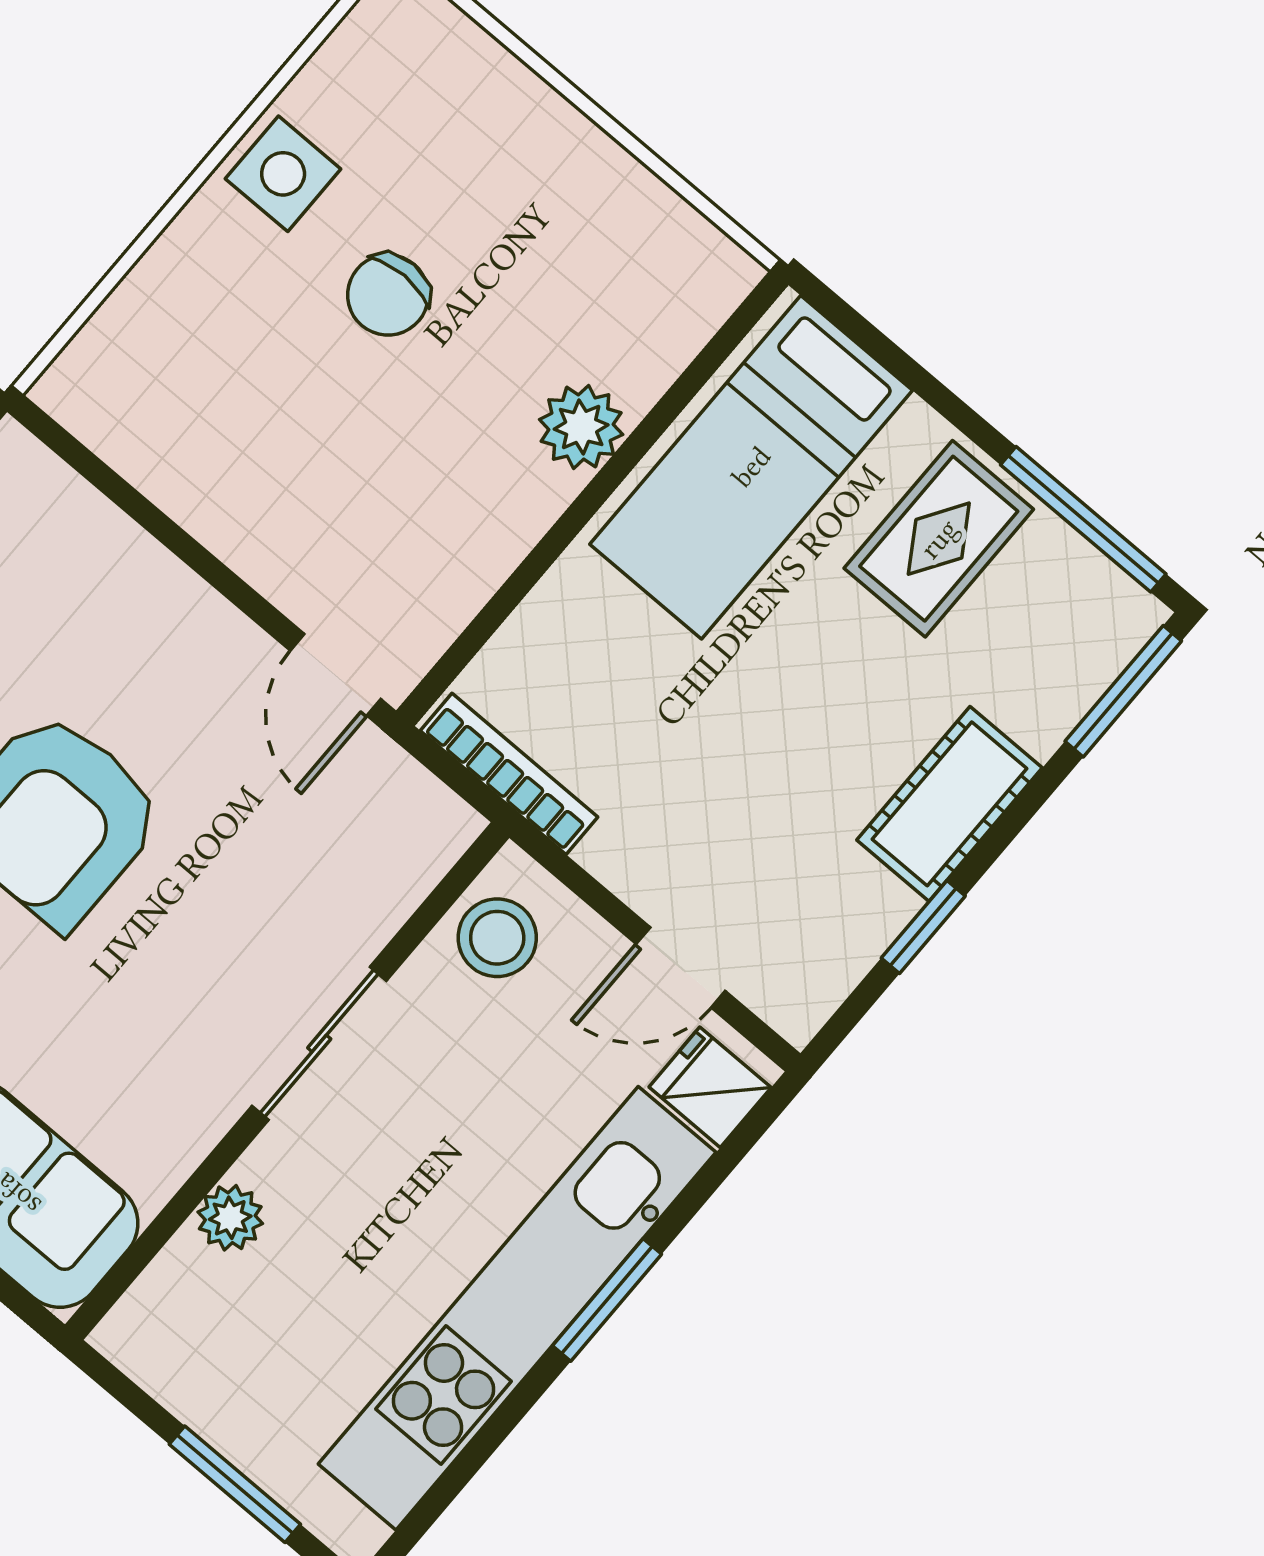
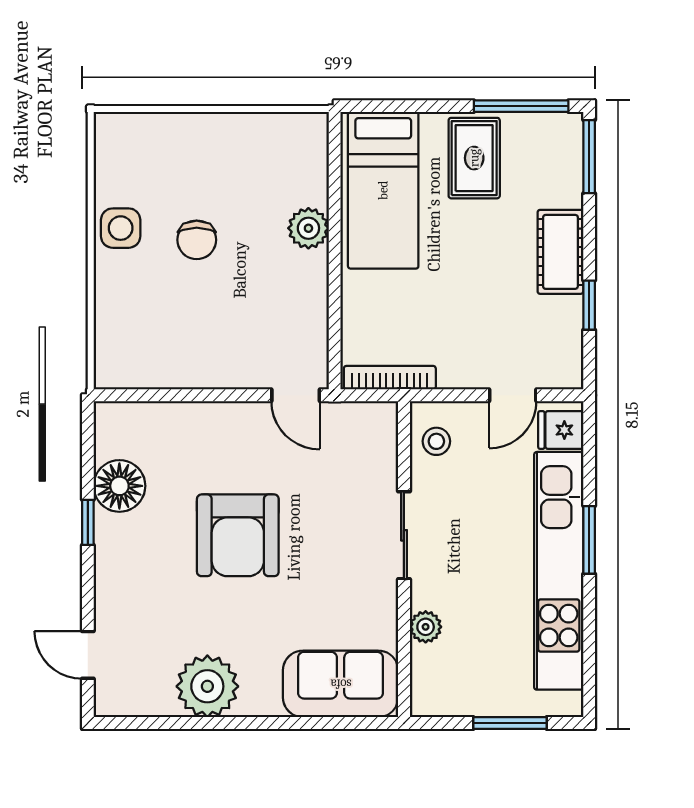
stool: (497, 938) -> (436, 441), width x0.73, depth x0.73

